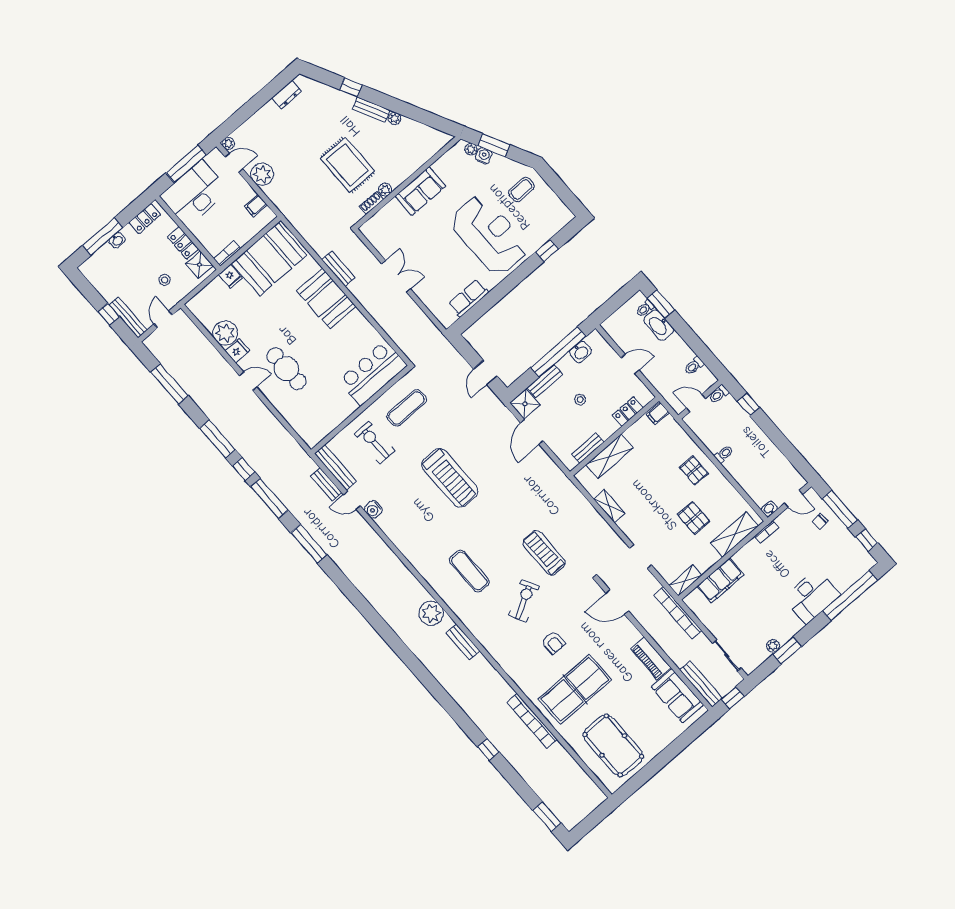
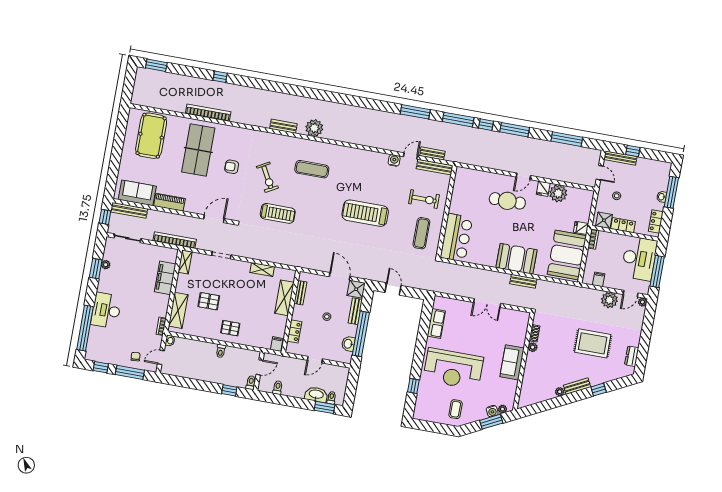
rug: (347, 165) -> (593, 343), moved
pool table: (613, 745) -> (151, 136), turned 90

